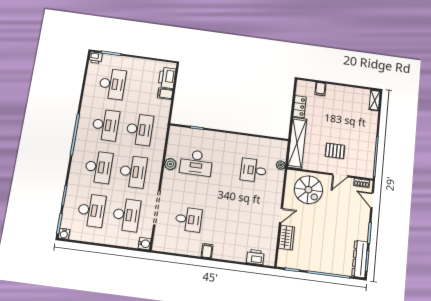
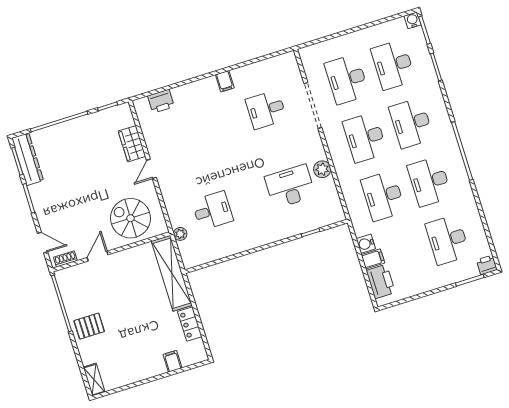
pallet: (335, 151) -> (89, 326), moved
water cooler: (145, 244) -> (366, 244), moved

